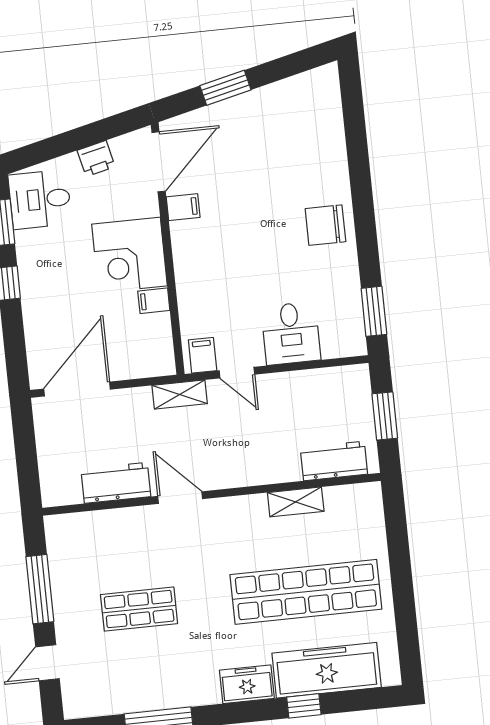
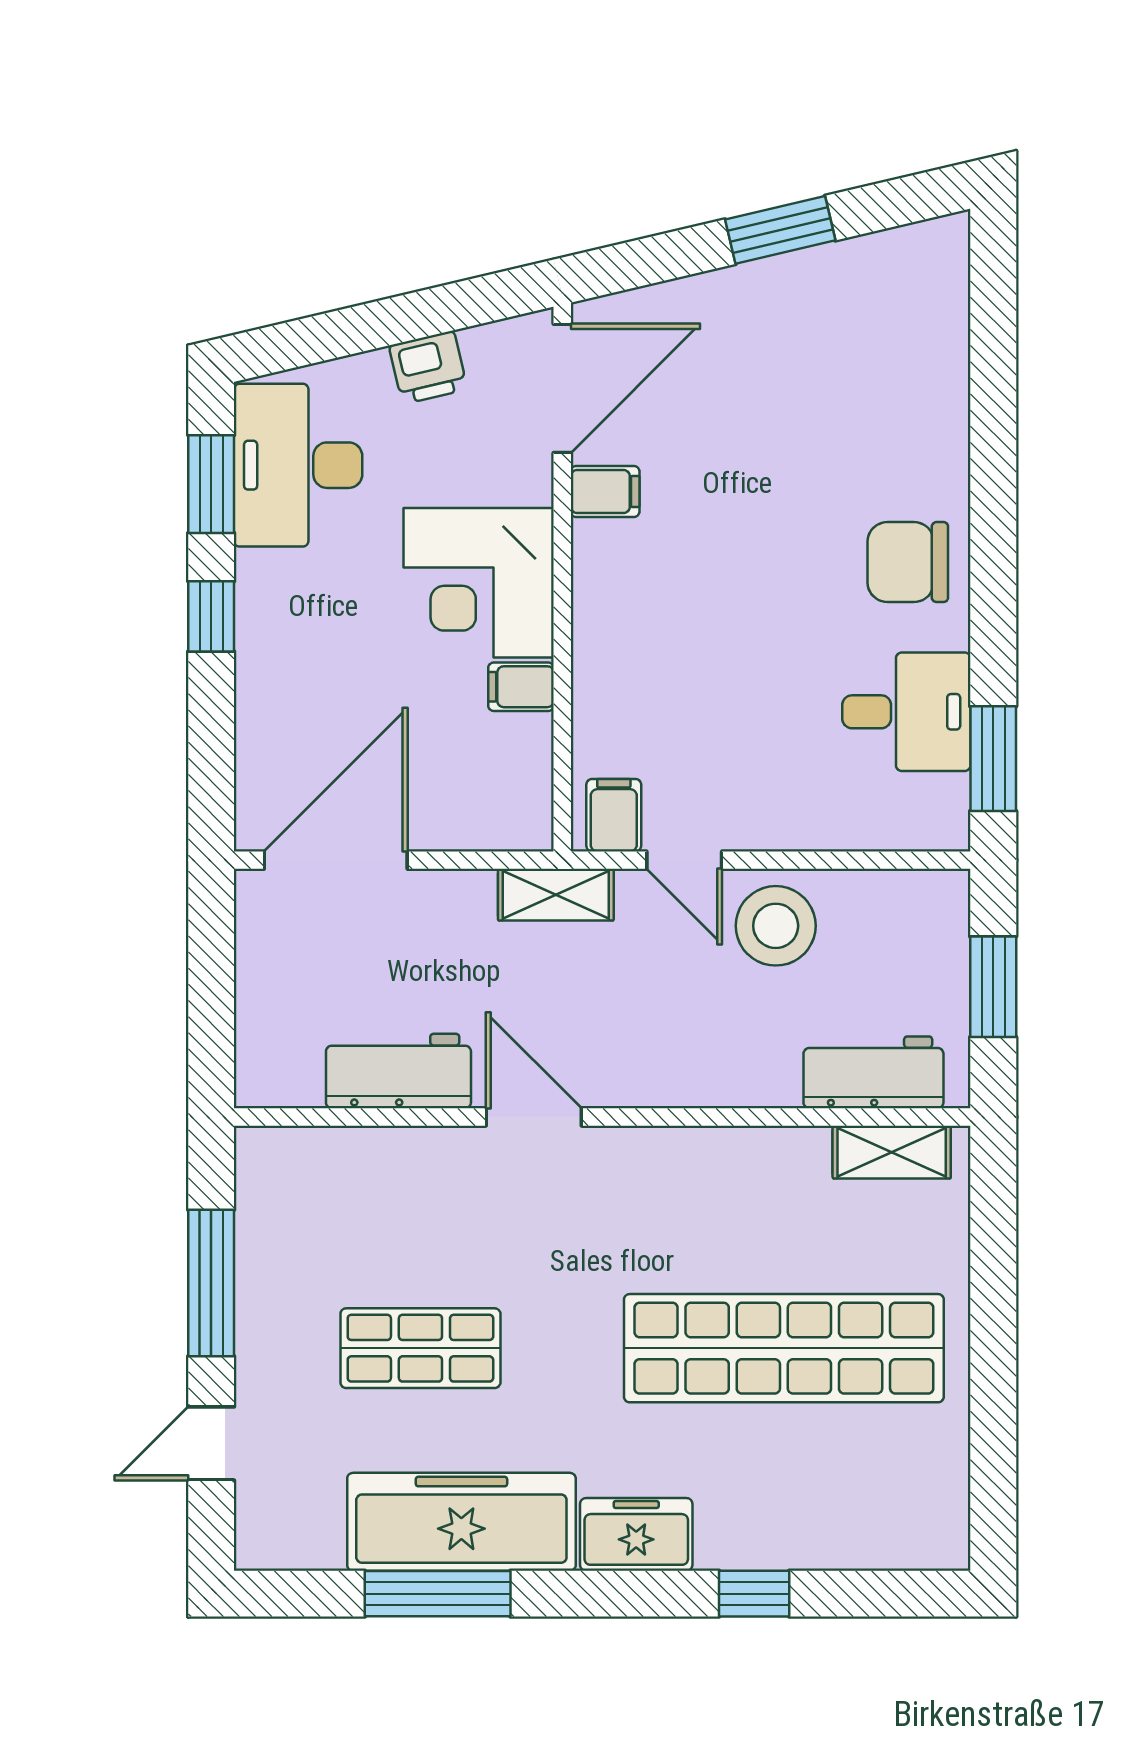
window: (225, 88) -> (780, 230), moved
desk: (40, 199) -> (298, 465), width x1.37
desk: (291, 333) -> (906, 712), moved, turned -90
stool: (282, 398) -> (776, 926), added
shelving: (296, 502) -> (892, 1152), moved
freezer: (327, 670) -> (461, 1522), moved

